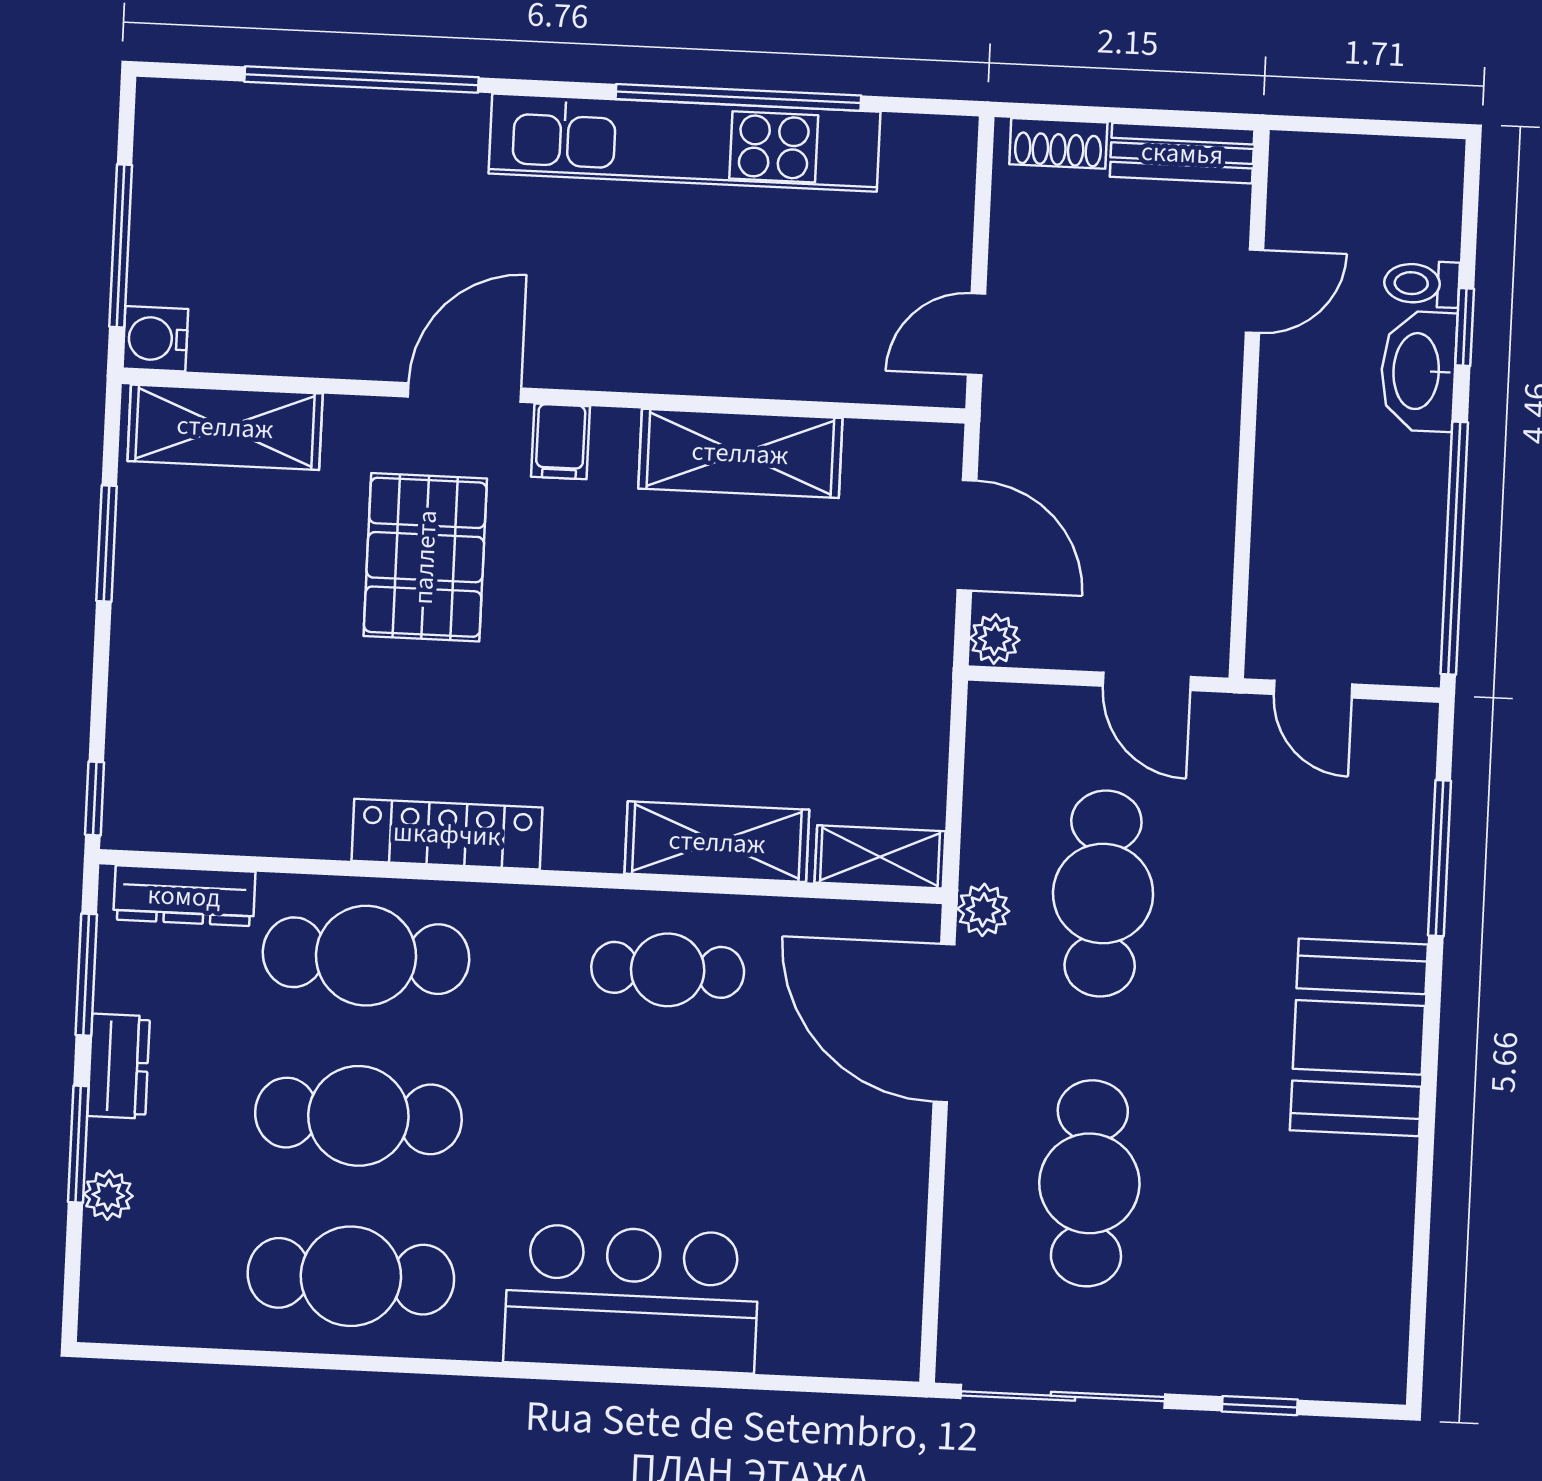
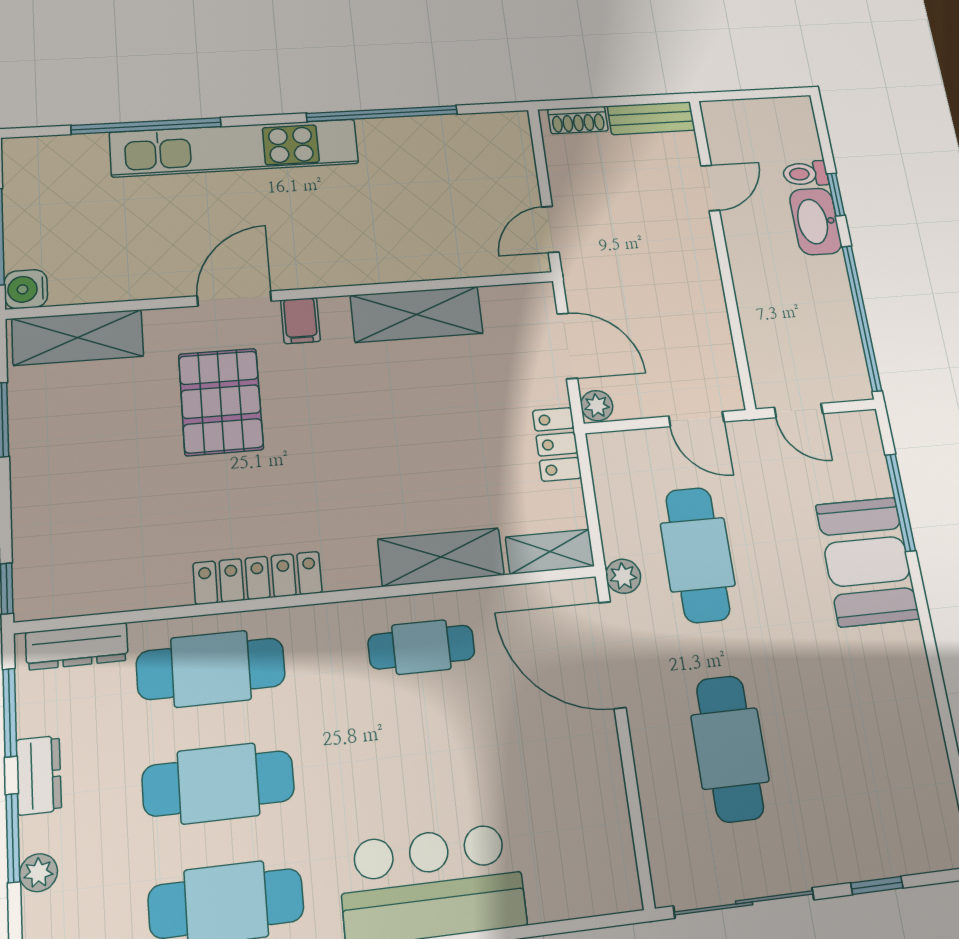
kitchen unit: (685, 143) -> (235, 148), moved
locker: (921, 692) -> (557, 444), added
booth: (1359, 1037) -> (867, 561), moved

